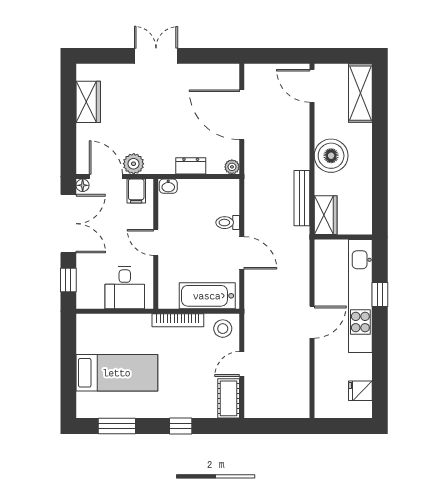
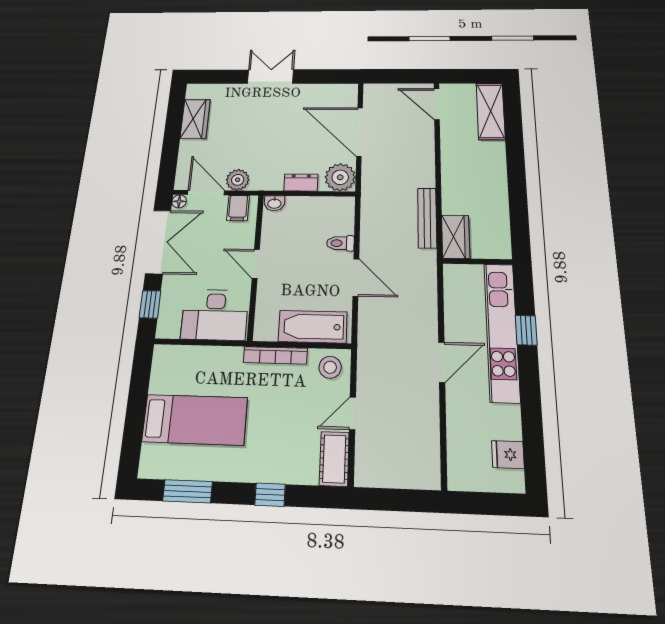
boiler: (331, 156) -> (460, 173), removed
plant: (232, 167) -> (340, 177), width x1.87, depth x1.87
desk: (125, 288) -> (215, 315), width x1.37

